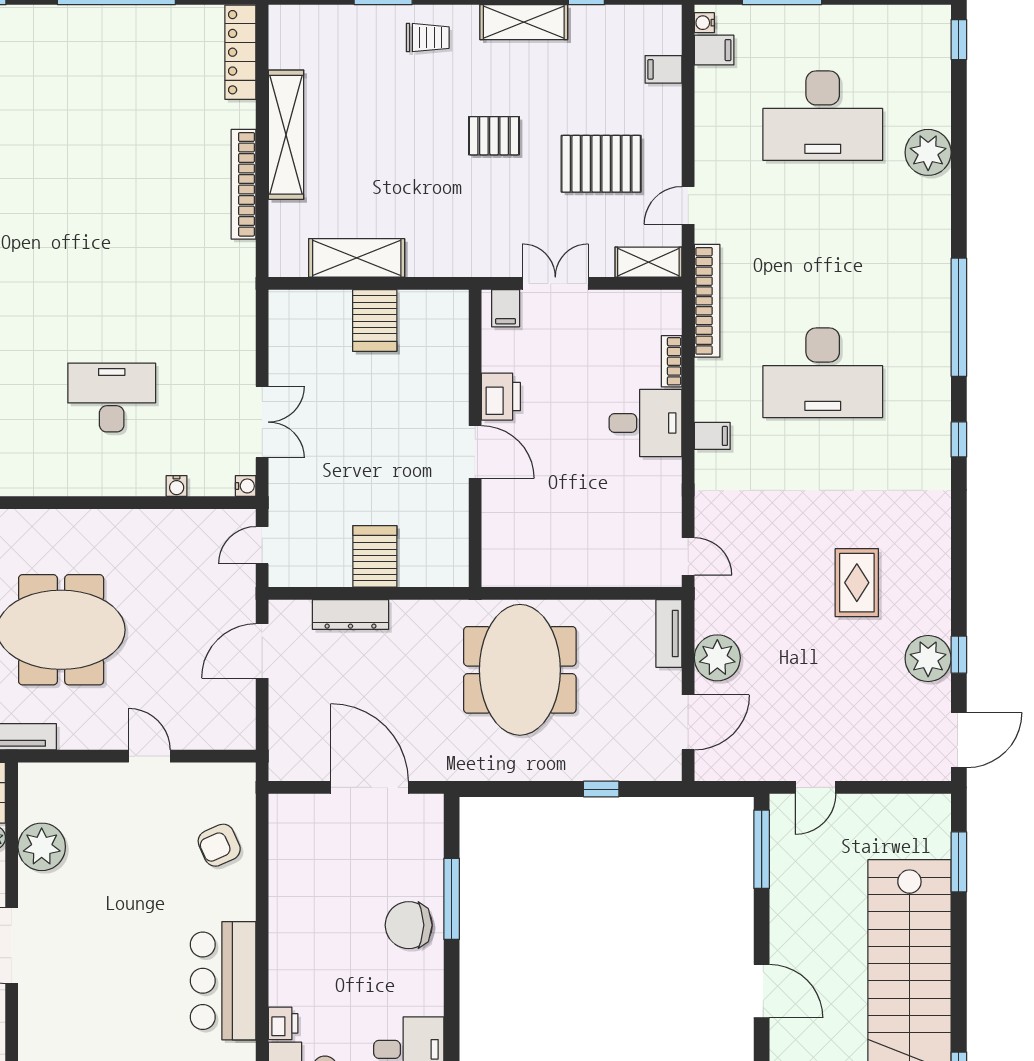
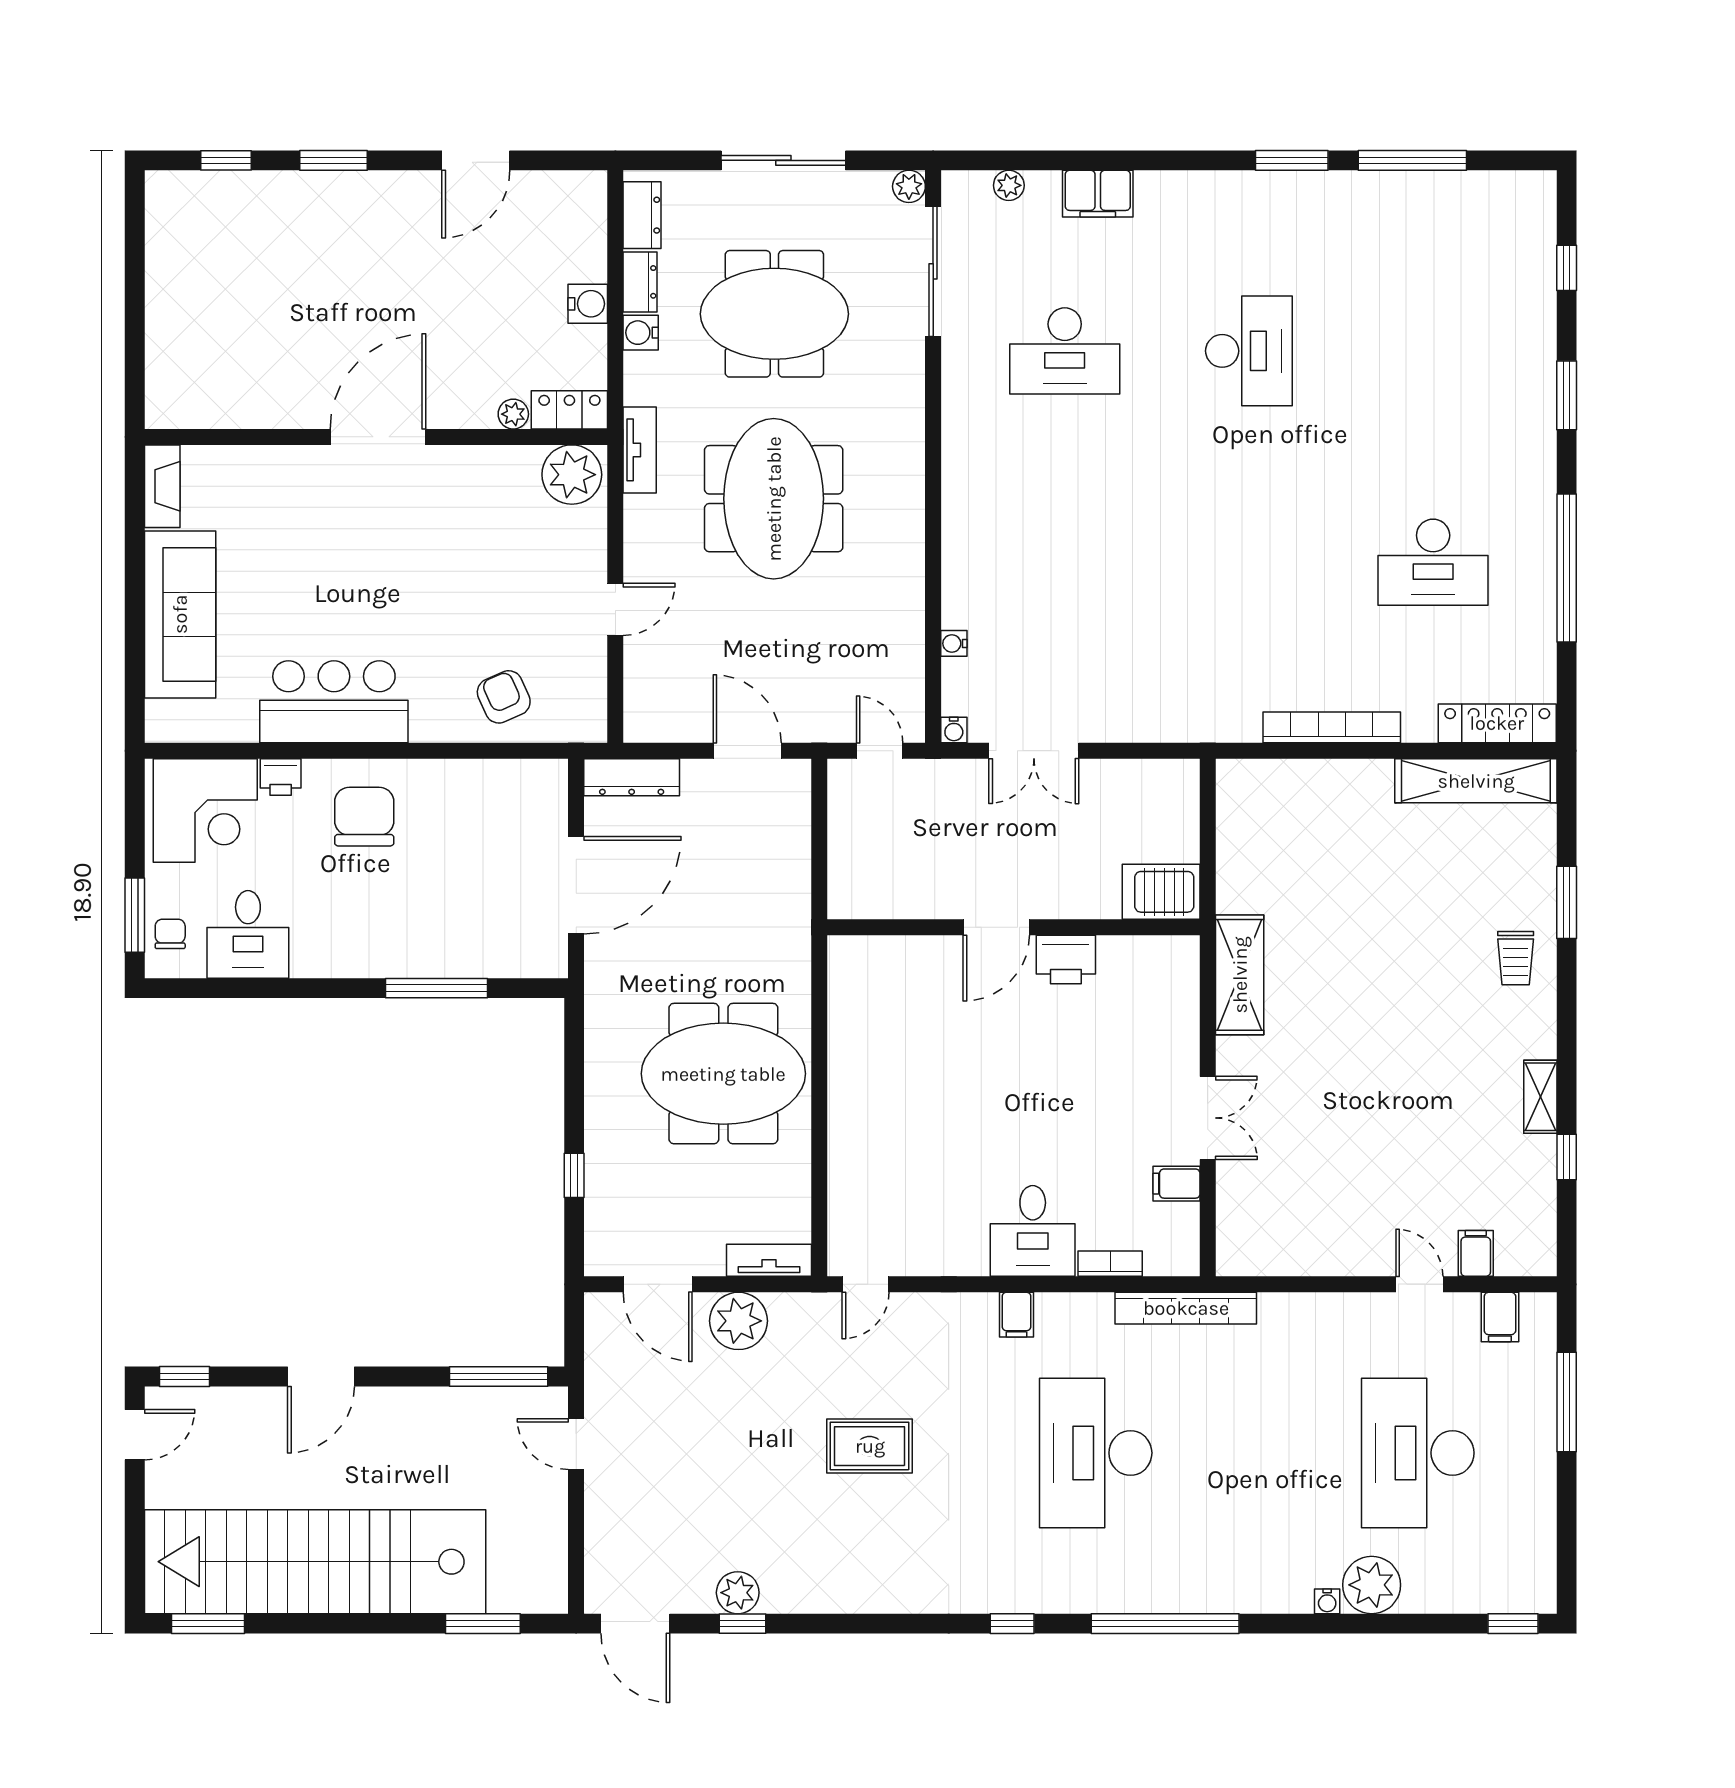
shelving: (524, 22) -> (1540, 1097), width x0.67, depth x0.75
water cooler: (704, 23) -> (1327, 1601), moved, turned 180
shelving: (286, 135) -> (1476, 781), moved
pallet: (494, 136) -> (1393, 1041), removed
pallet: (601, 164) -> (1357, 1175), removed
door: (688, 205) -> (1419, 1284), moved
shelving: (357, 258) -> (1240, 975), moved
shelving: (648, 262) -> (1234, 1235), removed
filing cabinet: (506, 308) -> (1176, 1184), moved
desk: (112, 397) -> (1433, 562), moved, turned 90
printer: (501, 397) -> (1066, 960), moved
wall: (475, 438) -> (1013, 927), moved
door: (475, 452) -> (996, 927), moved
server rack: (375, 556) -> (866, 892), removed
rug: (857, 583) -> (870, 1446), moved
dresser: (350, 615) -> (632, 777), moved, turned -90
plant: (928, 659) -> (738, 1593), width x0.73, depth x0.73
plant: (42, 847) -> (572, 475), moved
chair: (409, 925) -> (364, 817), moved

